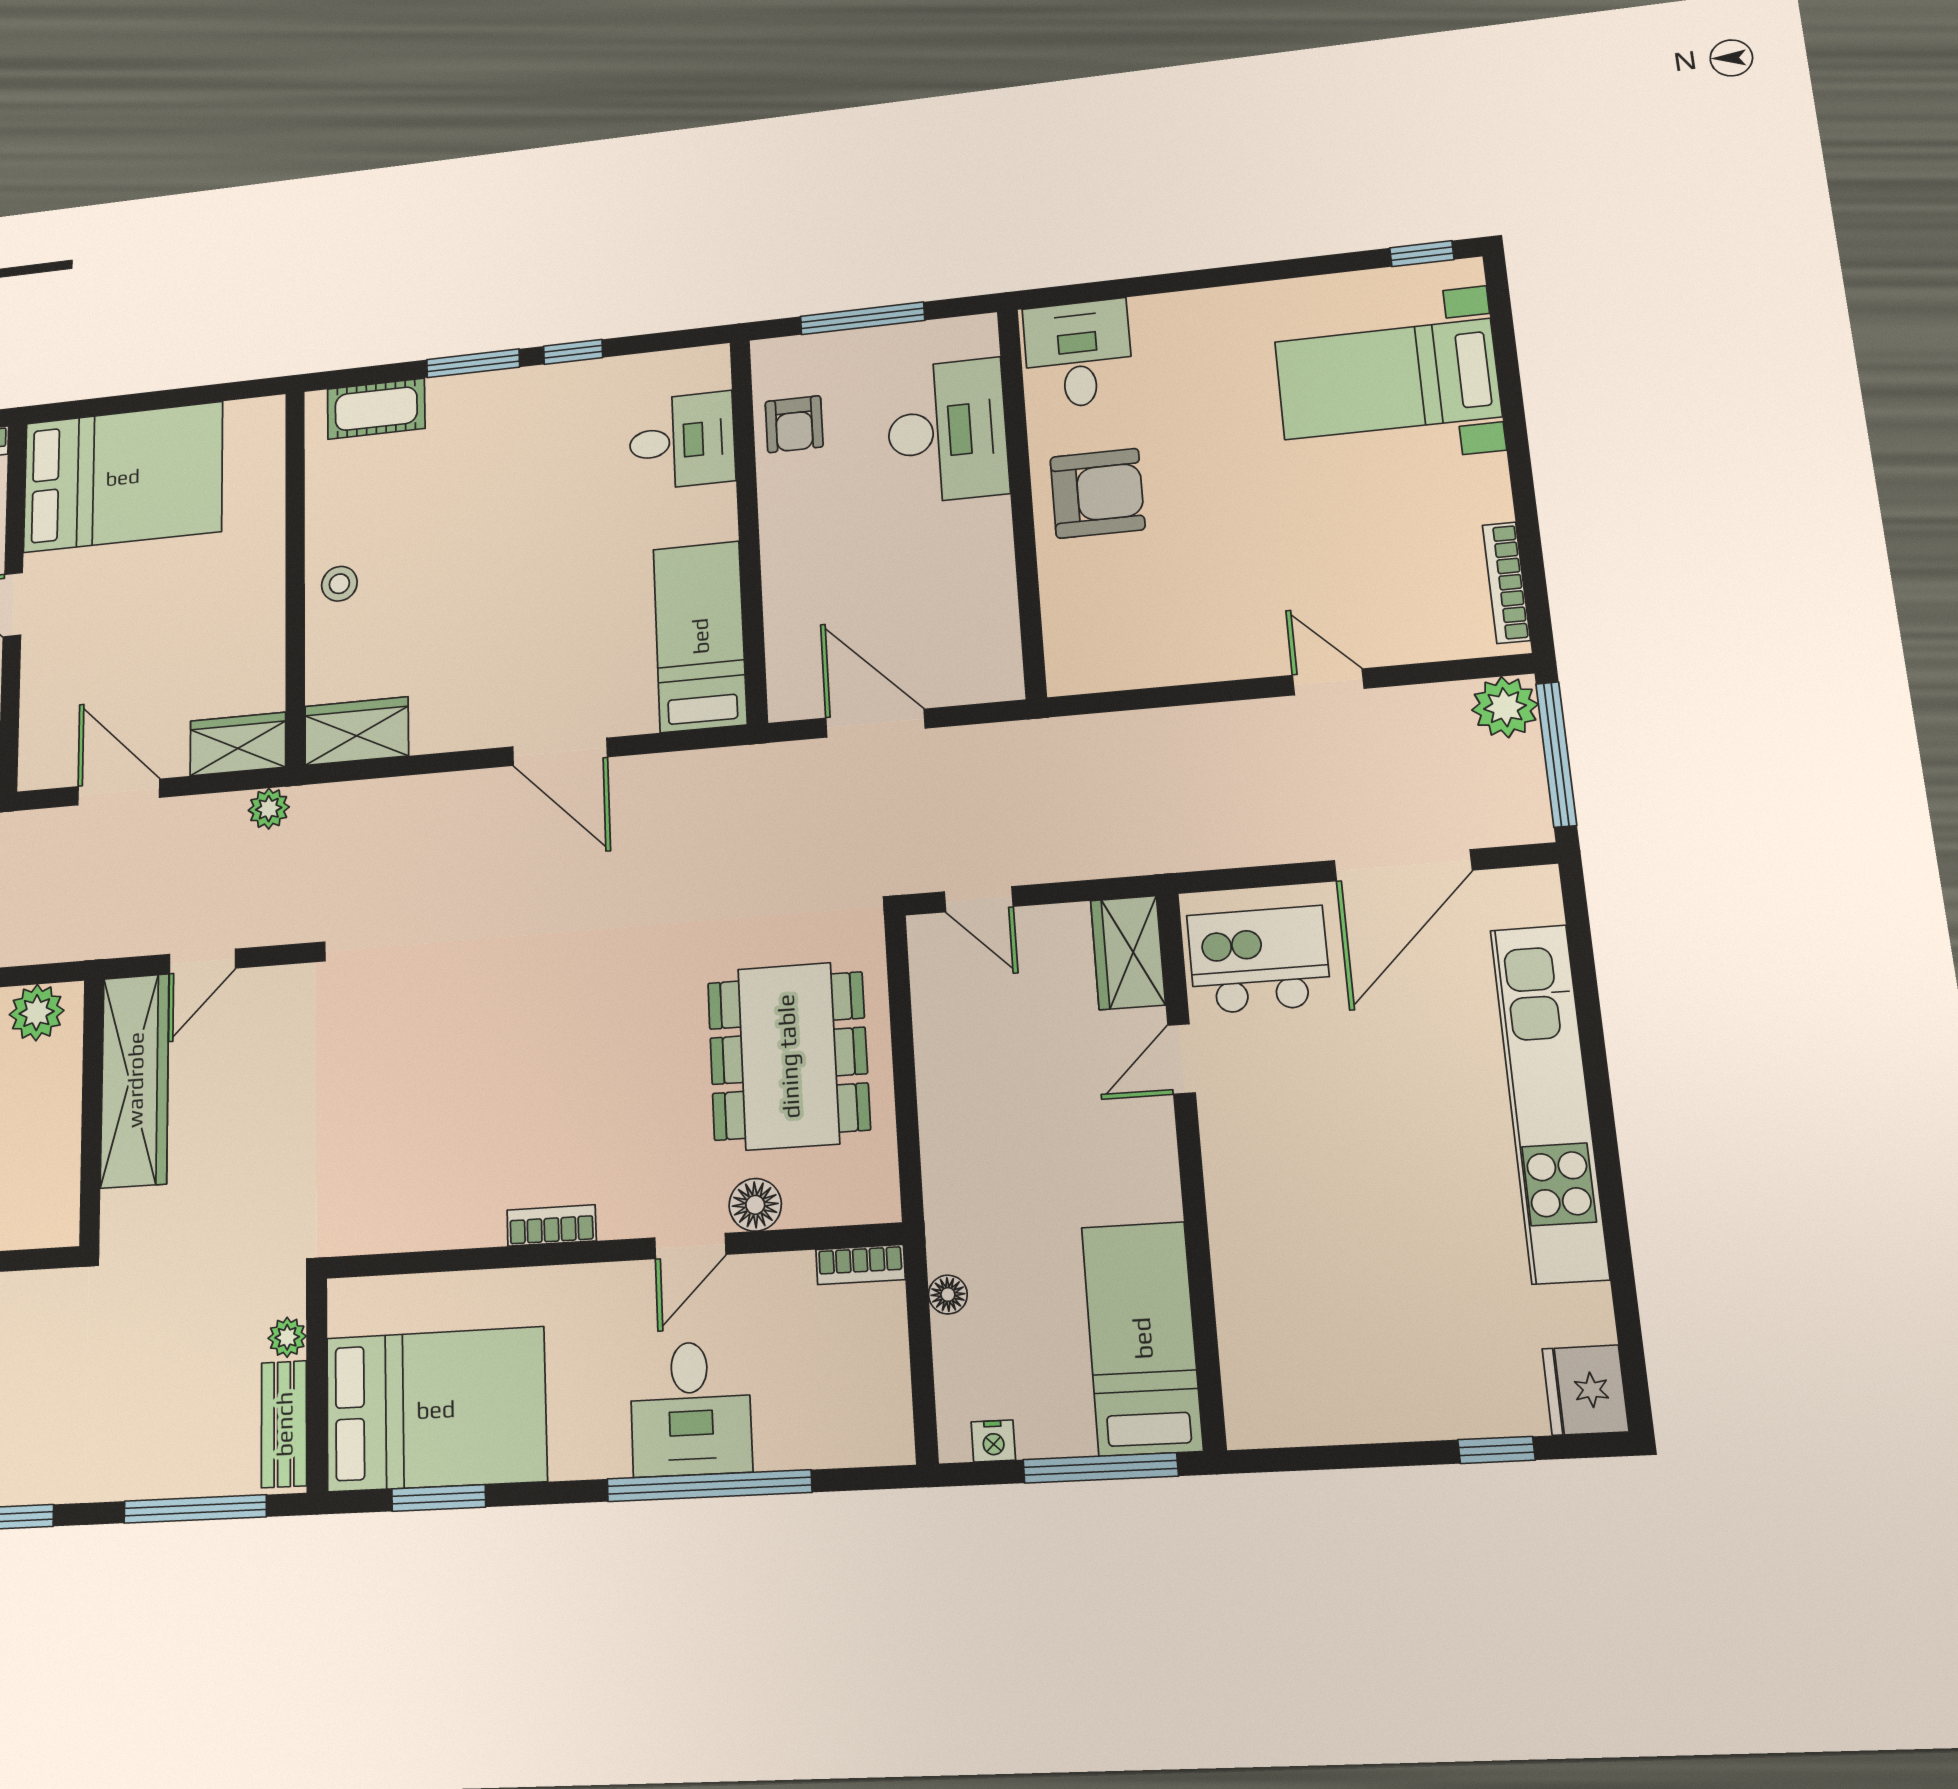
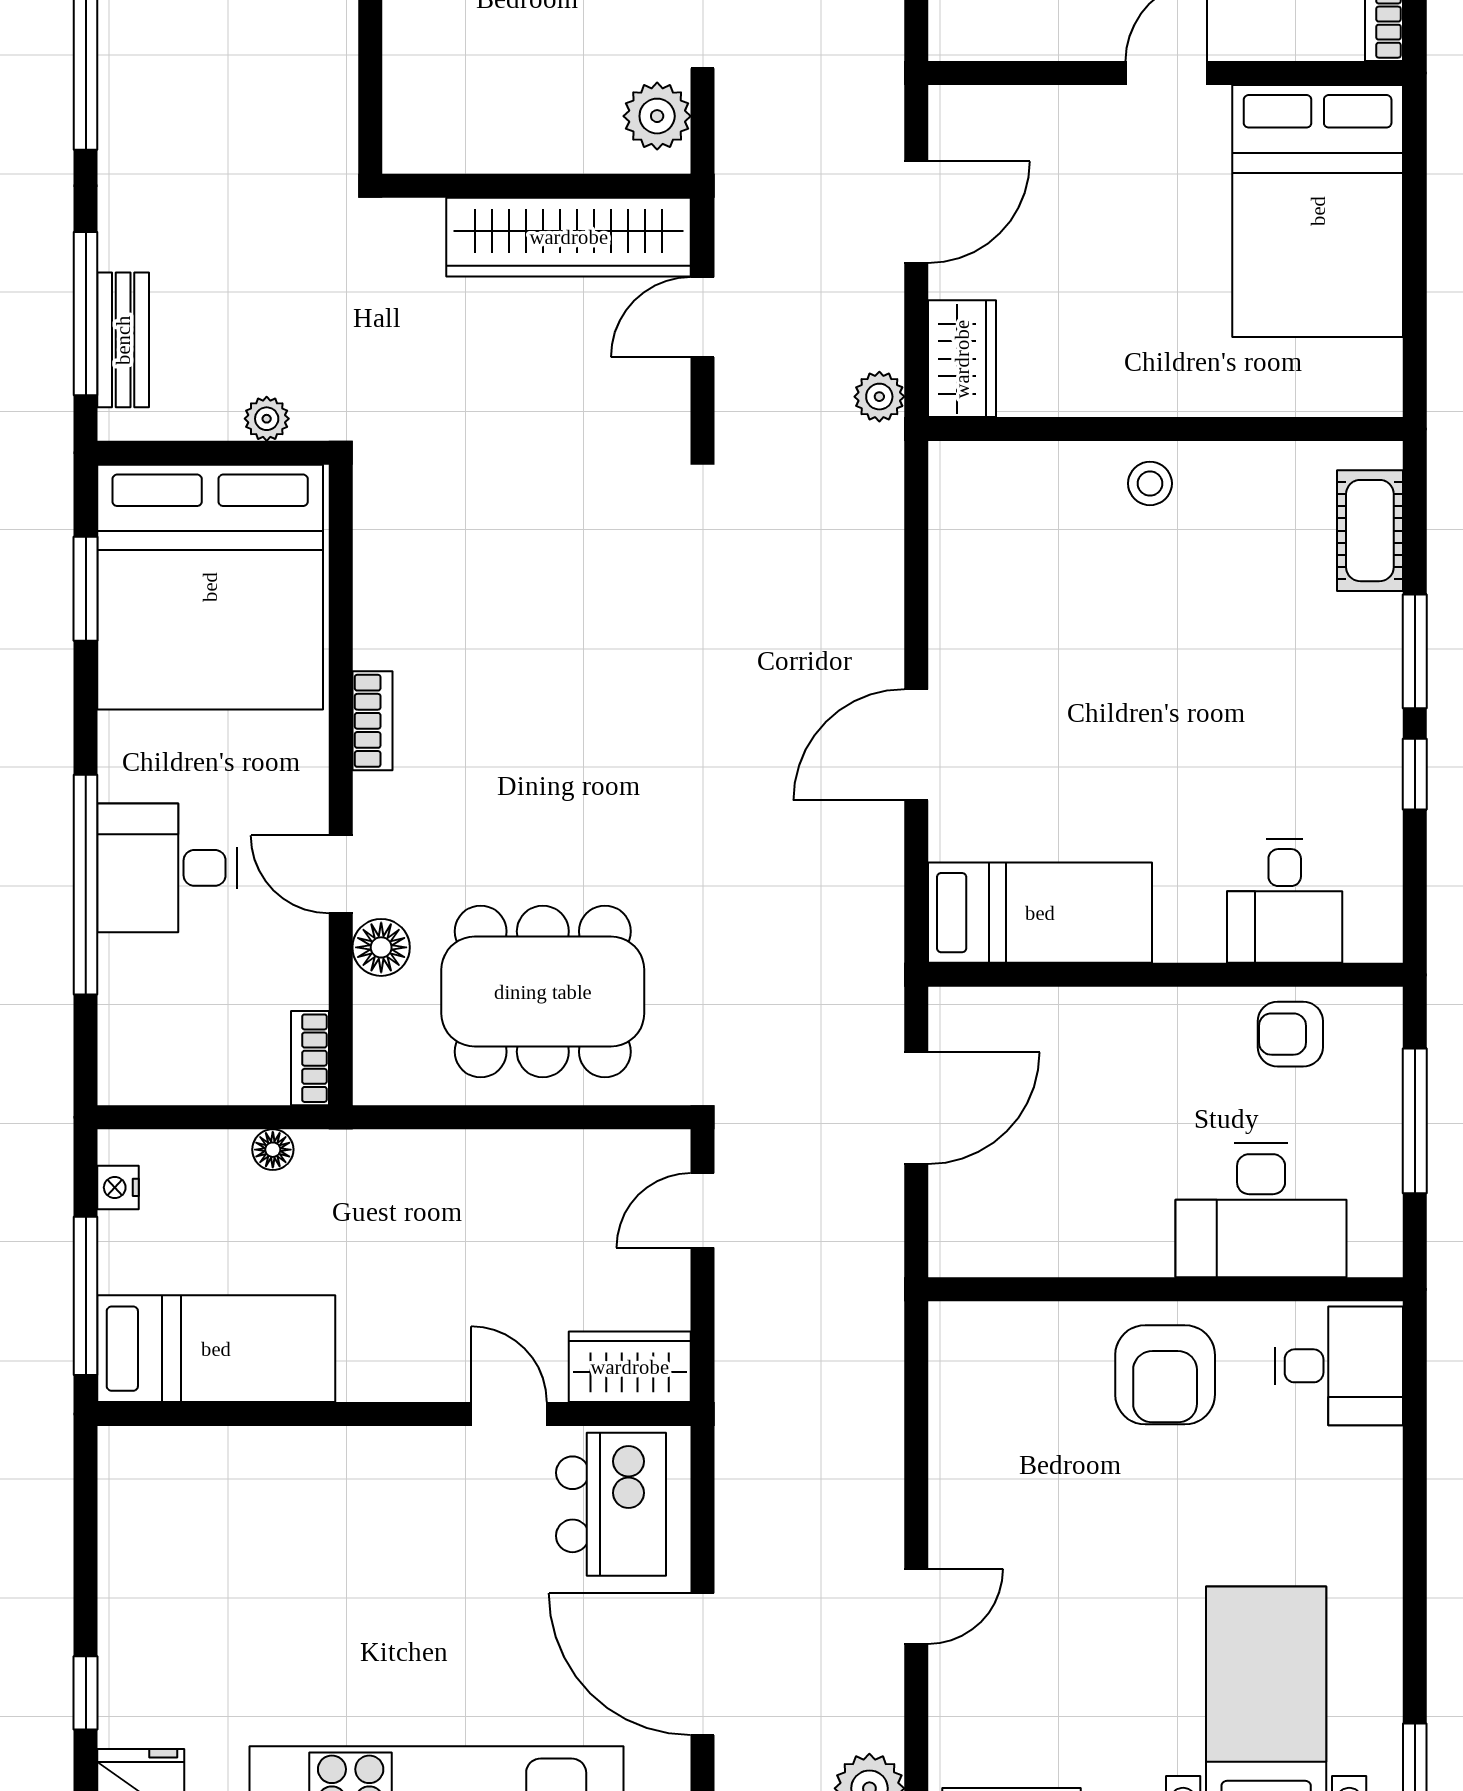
wardrobe: (357, 731) -> (964, 503), removed
door: (202, 961) -> (703, 317), hinge flipped
bed: (436, 1409) -> (210, 587), width x1.36
bench: (284, 1424) -> (123, 340), moved, turned 90

